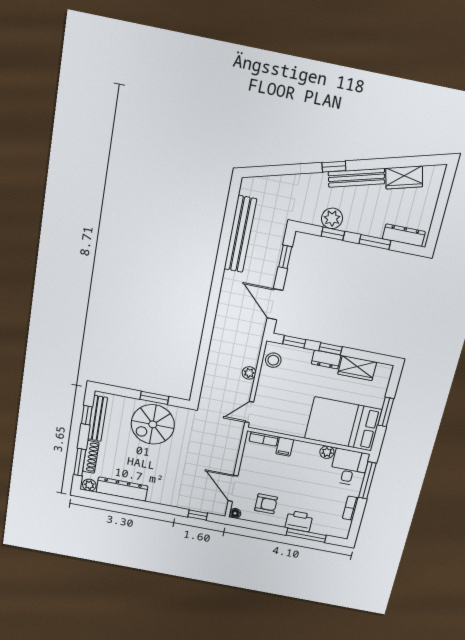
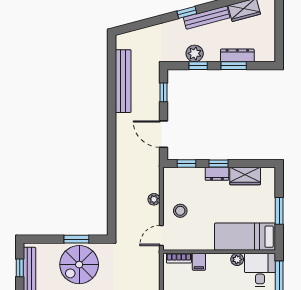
dresser: (404, 235) -> (237, 55), moved
stool: (273, 360) -> (180, 211), moved
bed: (343, 424) -> (245, 237), width x0.67

